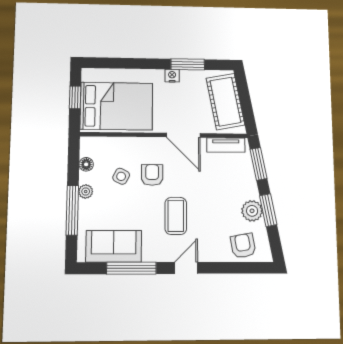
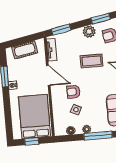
cot: (225, 102) -> (25, 50), width x0.73, depth x0.75
door: (183, 135) -> (48, 76), hinge flipped
window: (268, 210) -> (101, 19), moved
coffee table: (176, 216) -> (92, 61), moved

